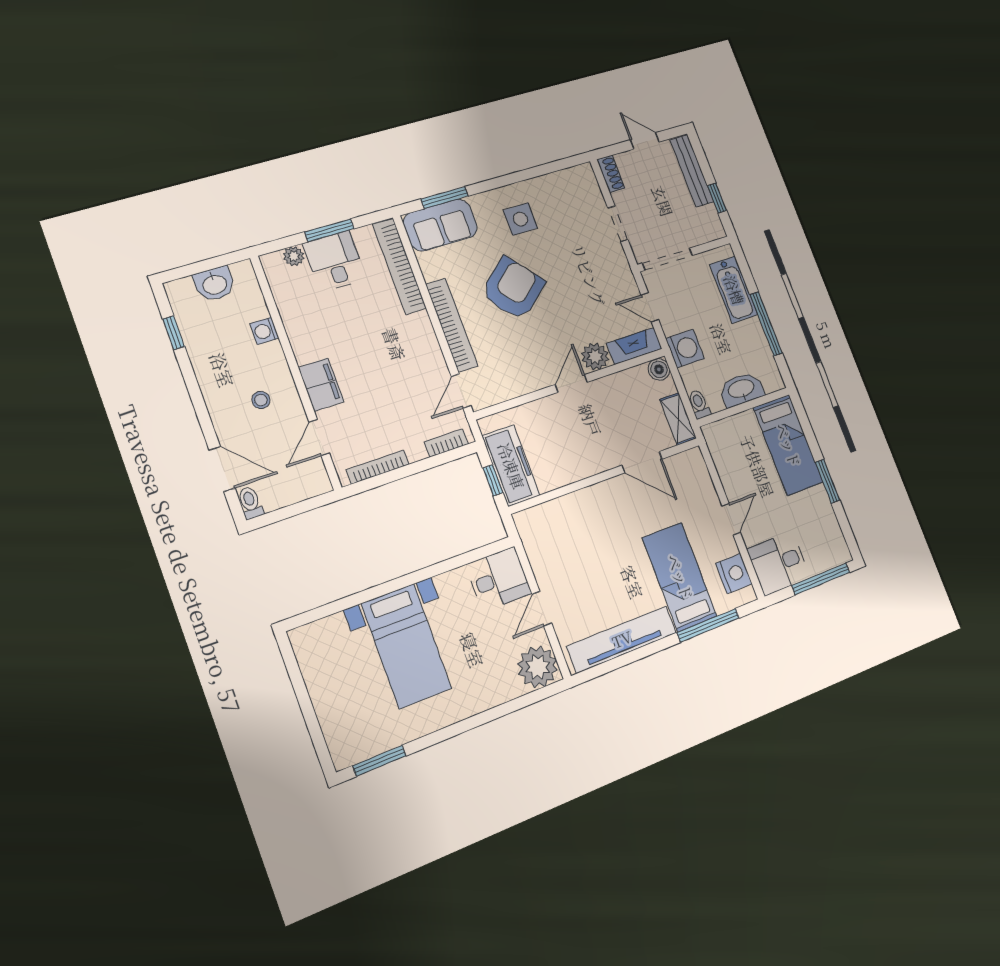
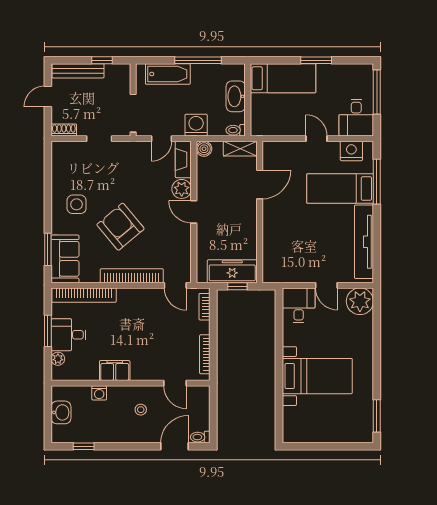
filing cabinet: (321, 385) -> (115, 371), moved

